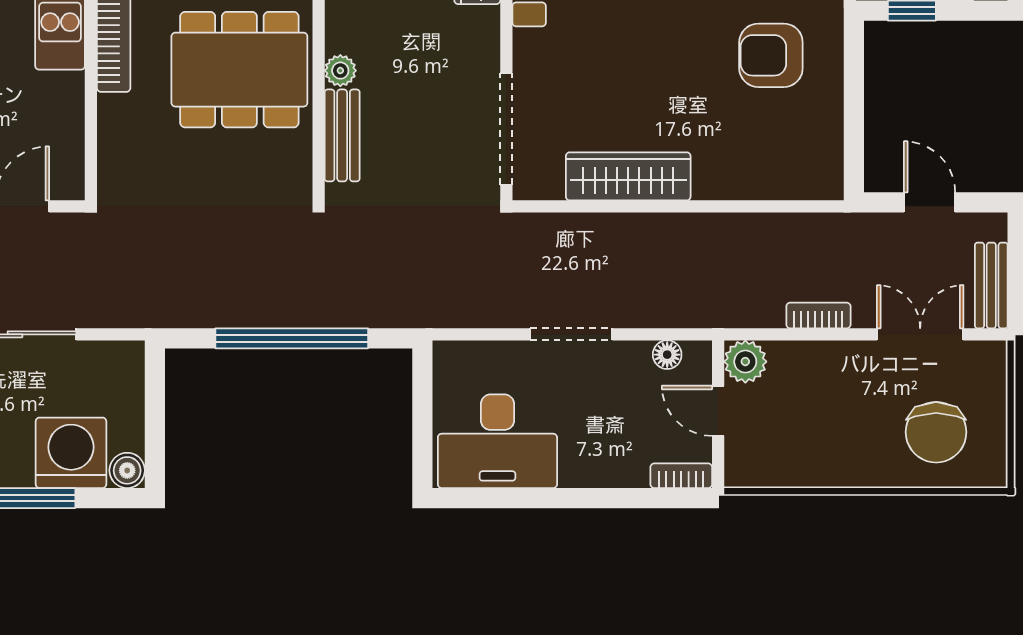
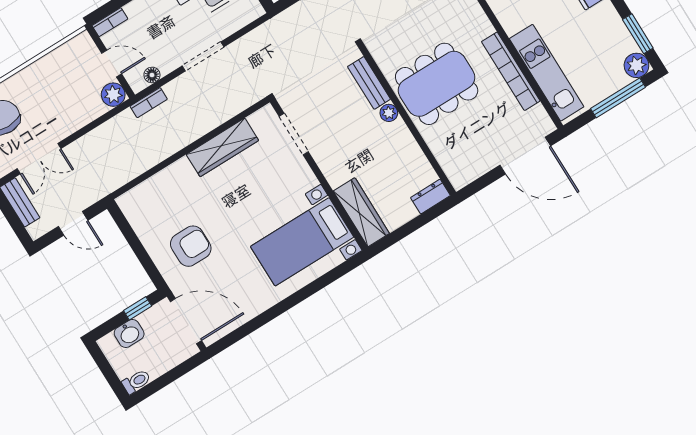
doorway: (506, 129) -> (294, 134), width x0.73
bookcase: (818, 315) -> (149, 103), moved

